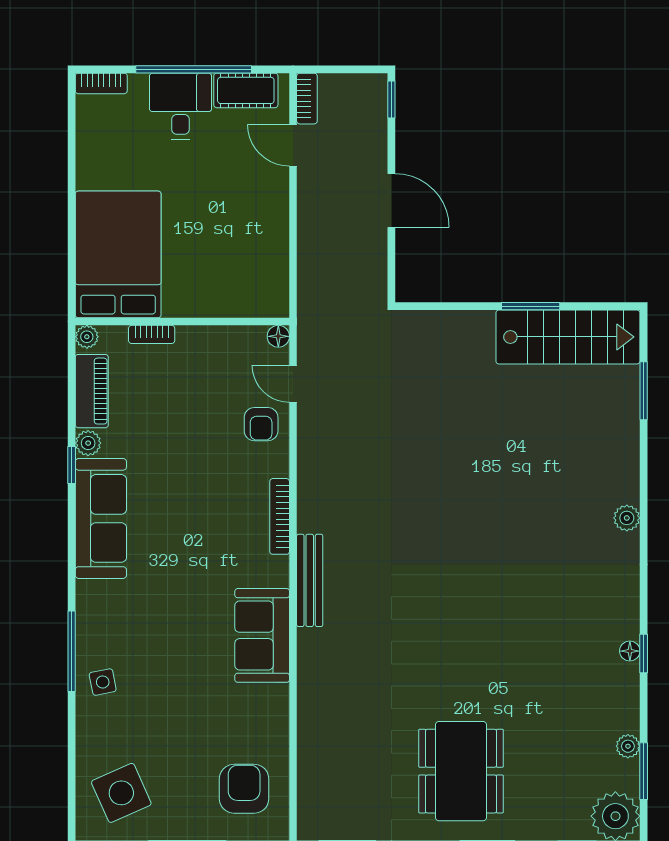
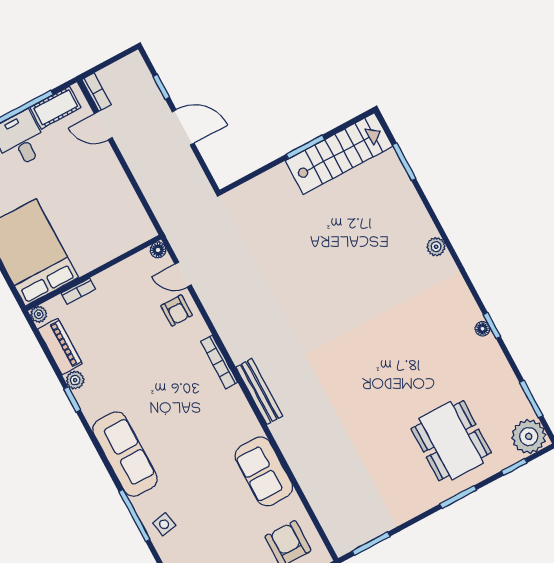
window: (391, 100) -> (161, 87), moved
sofa: (101, 518) -> (125, 454), moved
sofa: (262, 635) -> (264, 471), moved
plant: (628, 746) -> (513, 389), removed
dining table: (461, 771) -> (451, 441), moved

